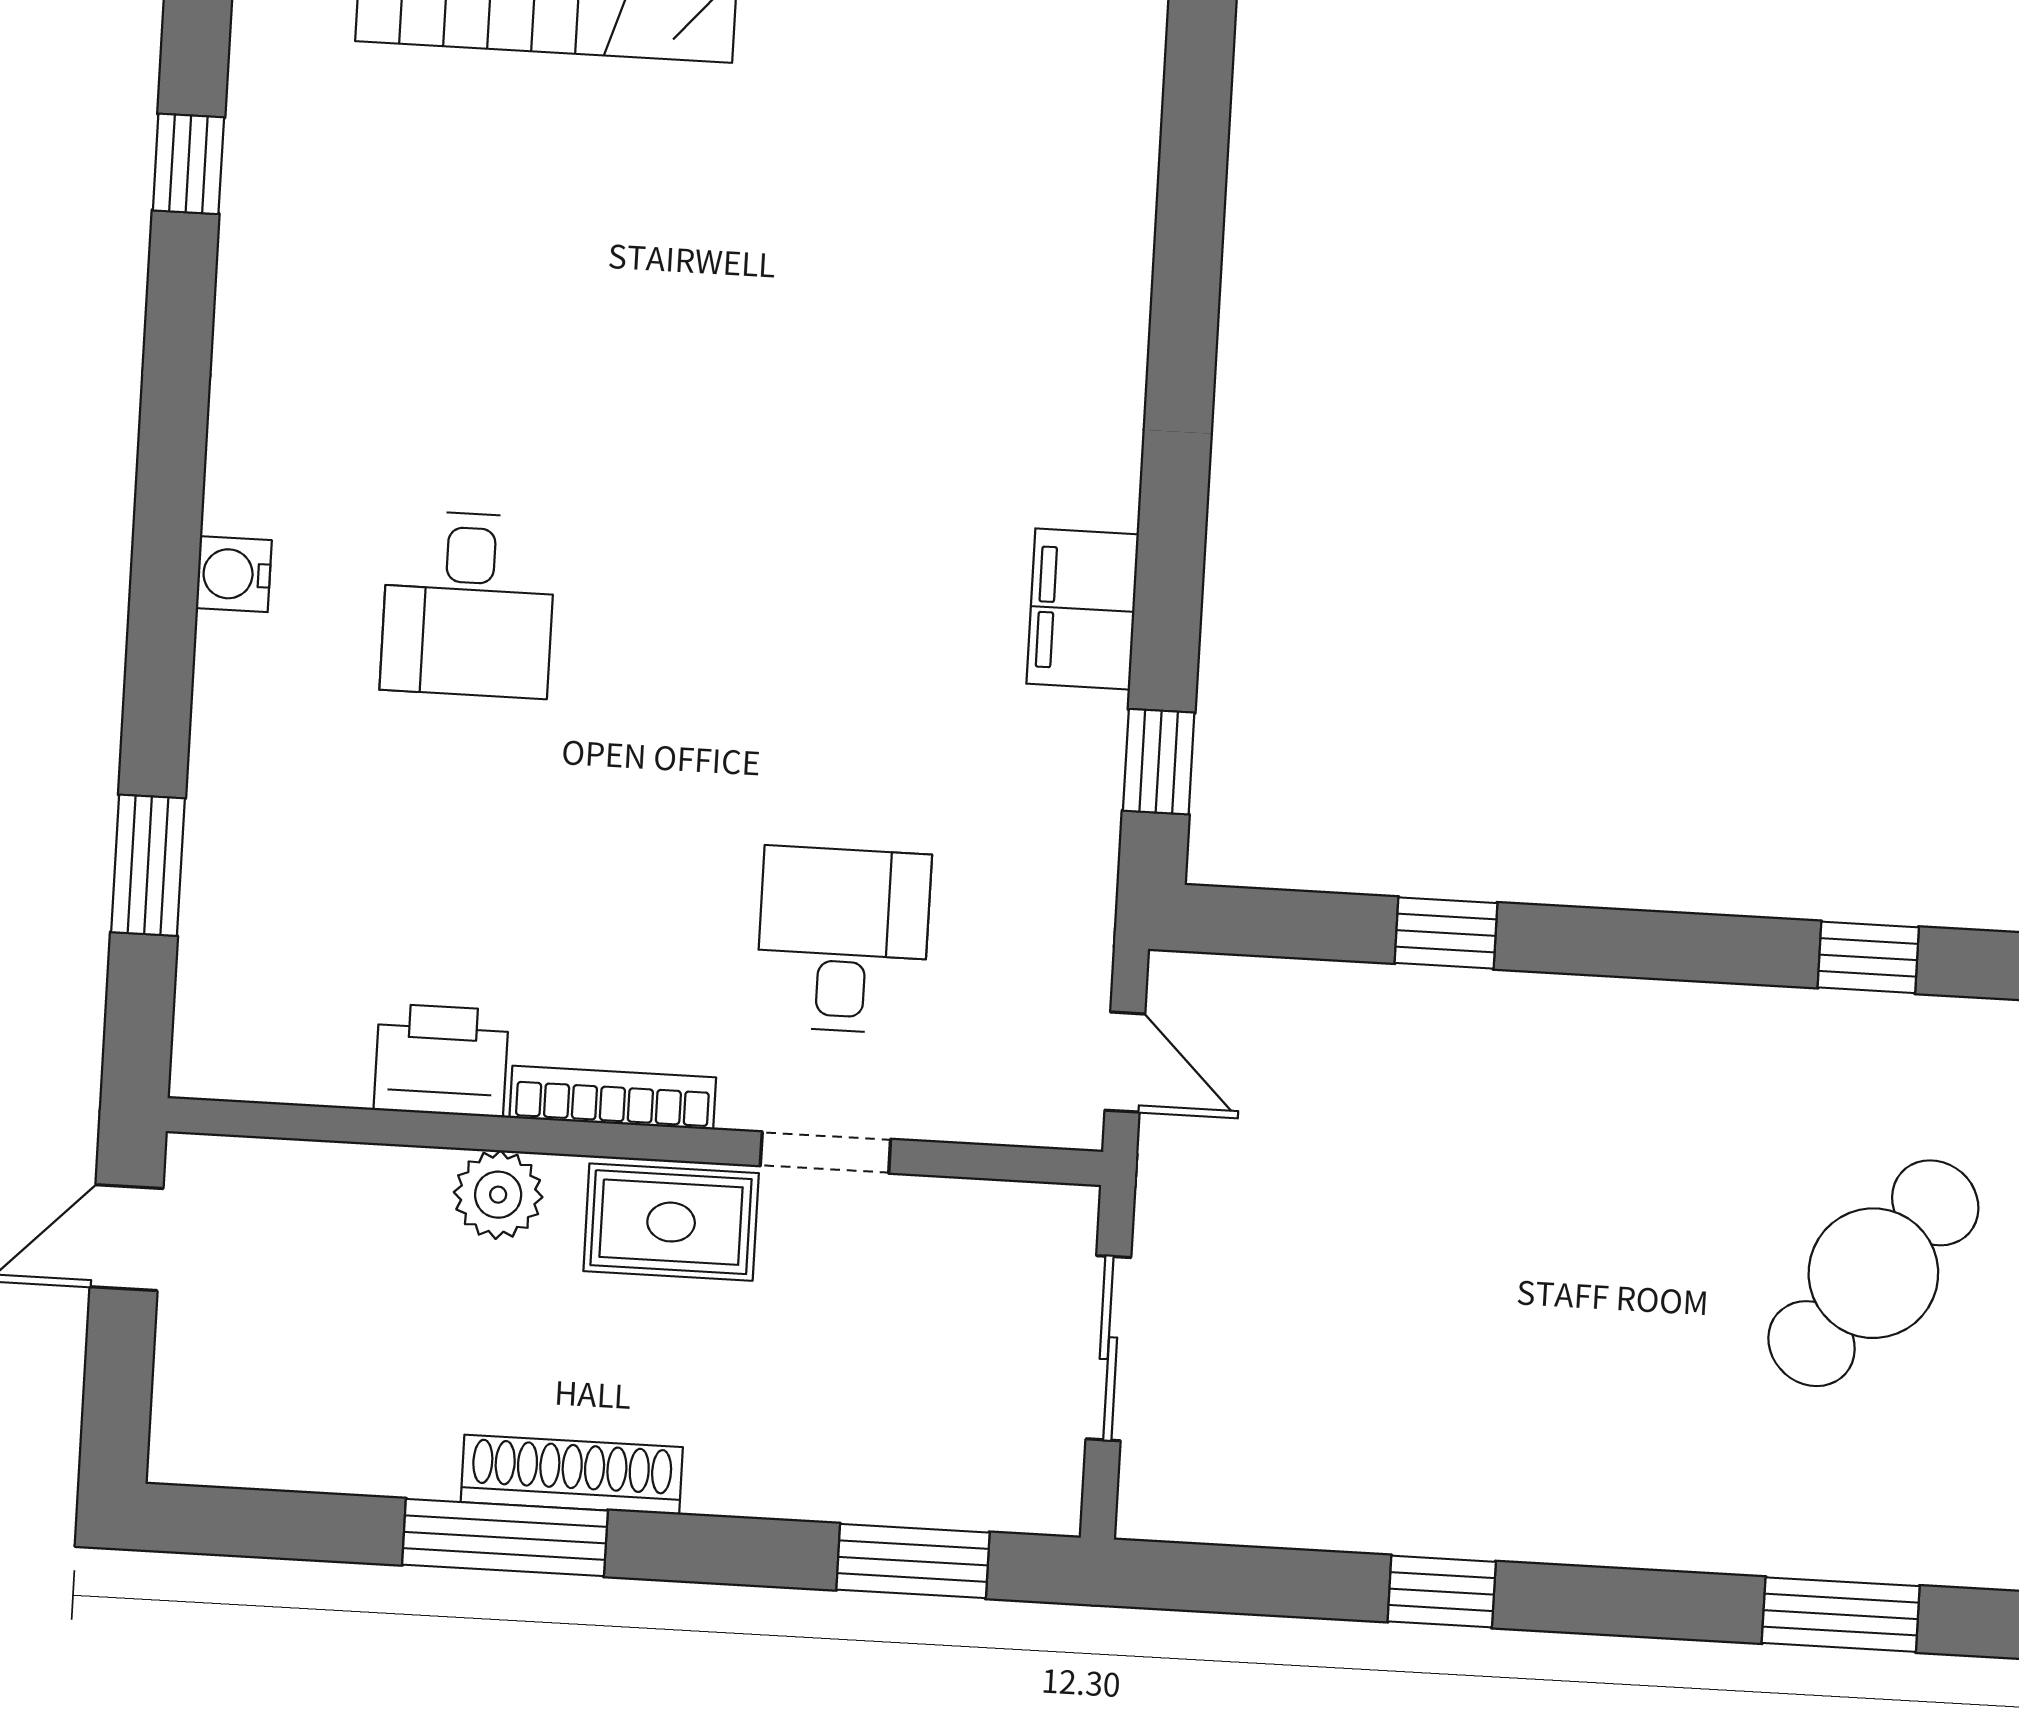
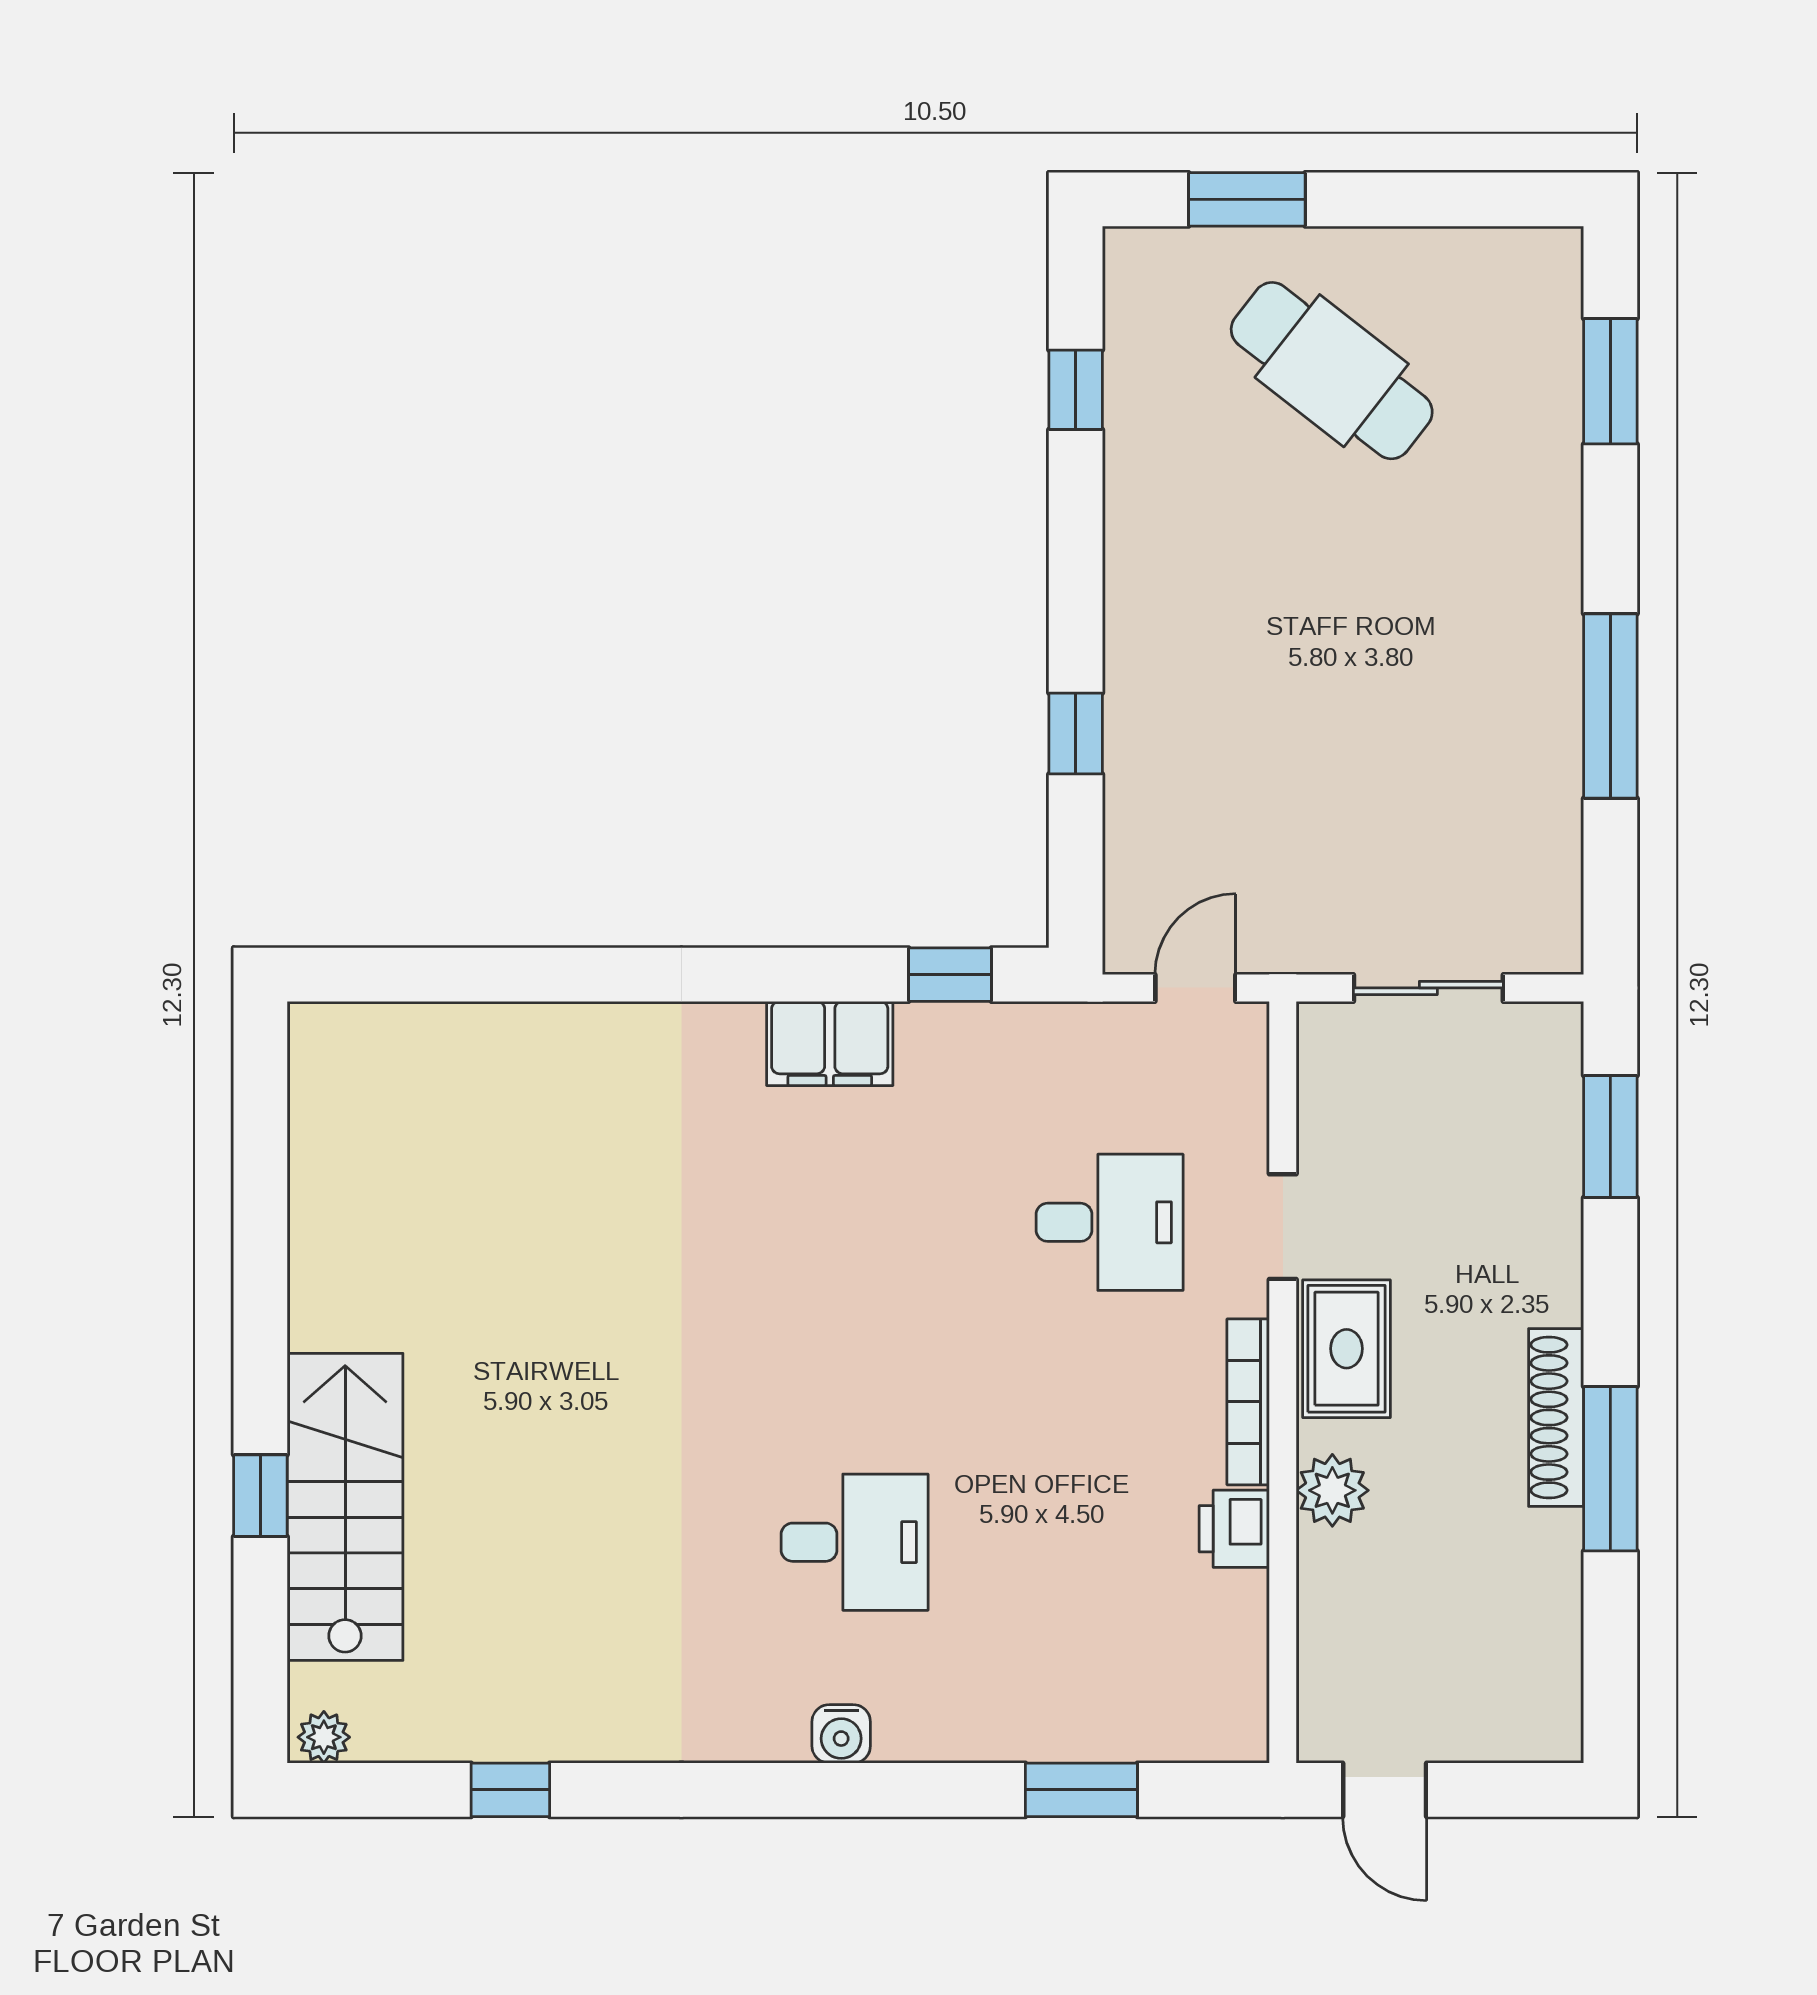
desk: (843, 940) -> (1110, 1222), turned 180
printer: (441, 1060) -> (1234, 1529), width x0.73, depth x0.81
window: (1442, 1592) -> (1610, 706), width x2.17

